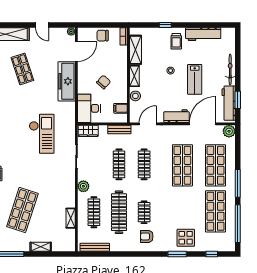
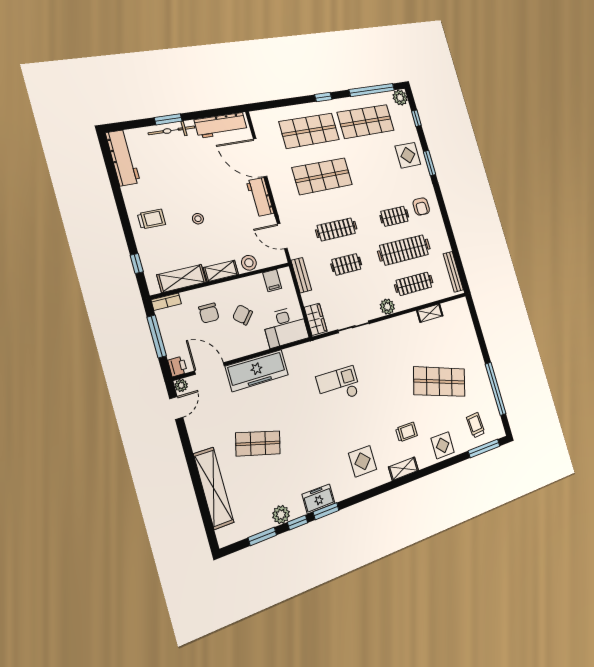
door: (42, 25) -> (176, 408), moved
window: (104, 25) -> (157, 336), added
window: (165, 25) -> (137, 264), moved
printer: (83, 32) -> (177, 366), added
workbench: (203, 34) -> (123, 158), moved
chair: (103, 36) -> (209, 313), moved
shop shelf: (22, 69) -> (258, 443), turned 33
lab bench: (195, 79) -> (201, 180), removed
window: (238, 100) -> (168, 119), moved
plant: (229, 131) -> (400, 98), moved
checkout: (42, 134) -> (339, 385), width x0.73, depth x0.83
clothes rail: (119, 164) -> (346, 264), width x0.73
window: (238, 183) -> (323, 97), width x0.46
shelving: (41, 247) -> (473, 343), removed

